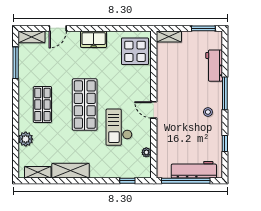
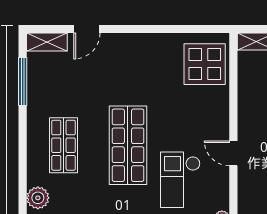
freezer: (94, 39) -> (142, 46), removed

